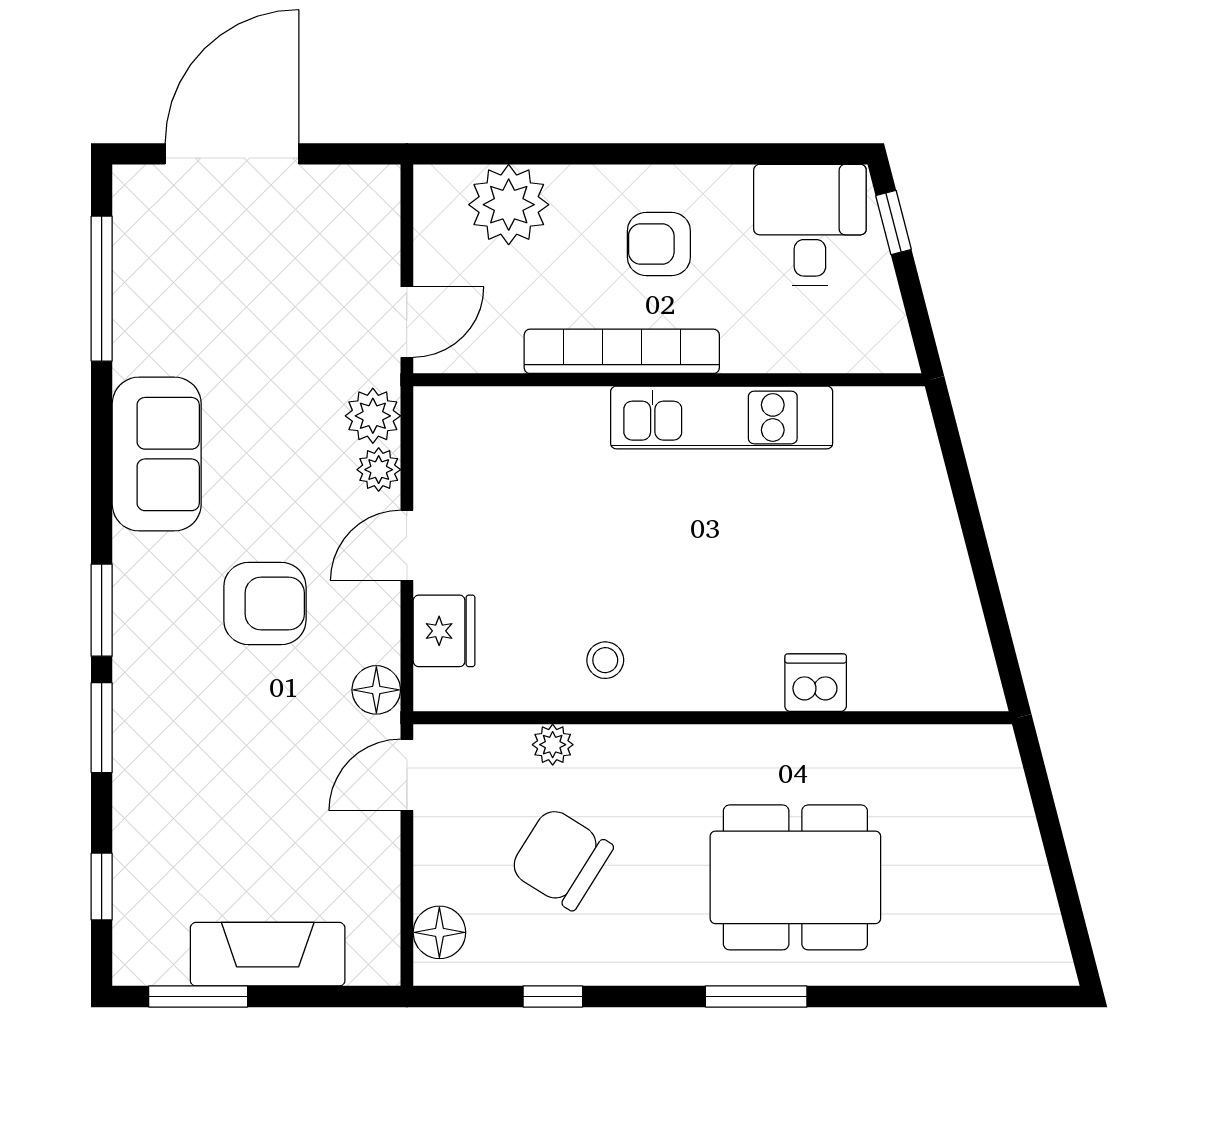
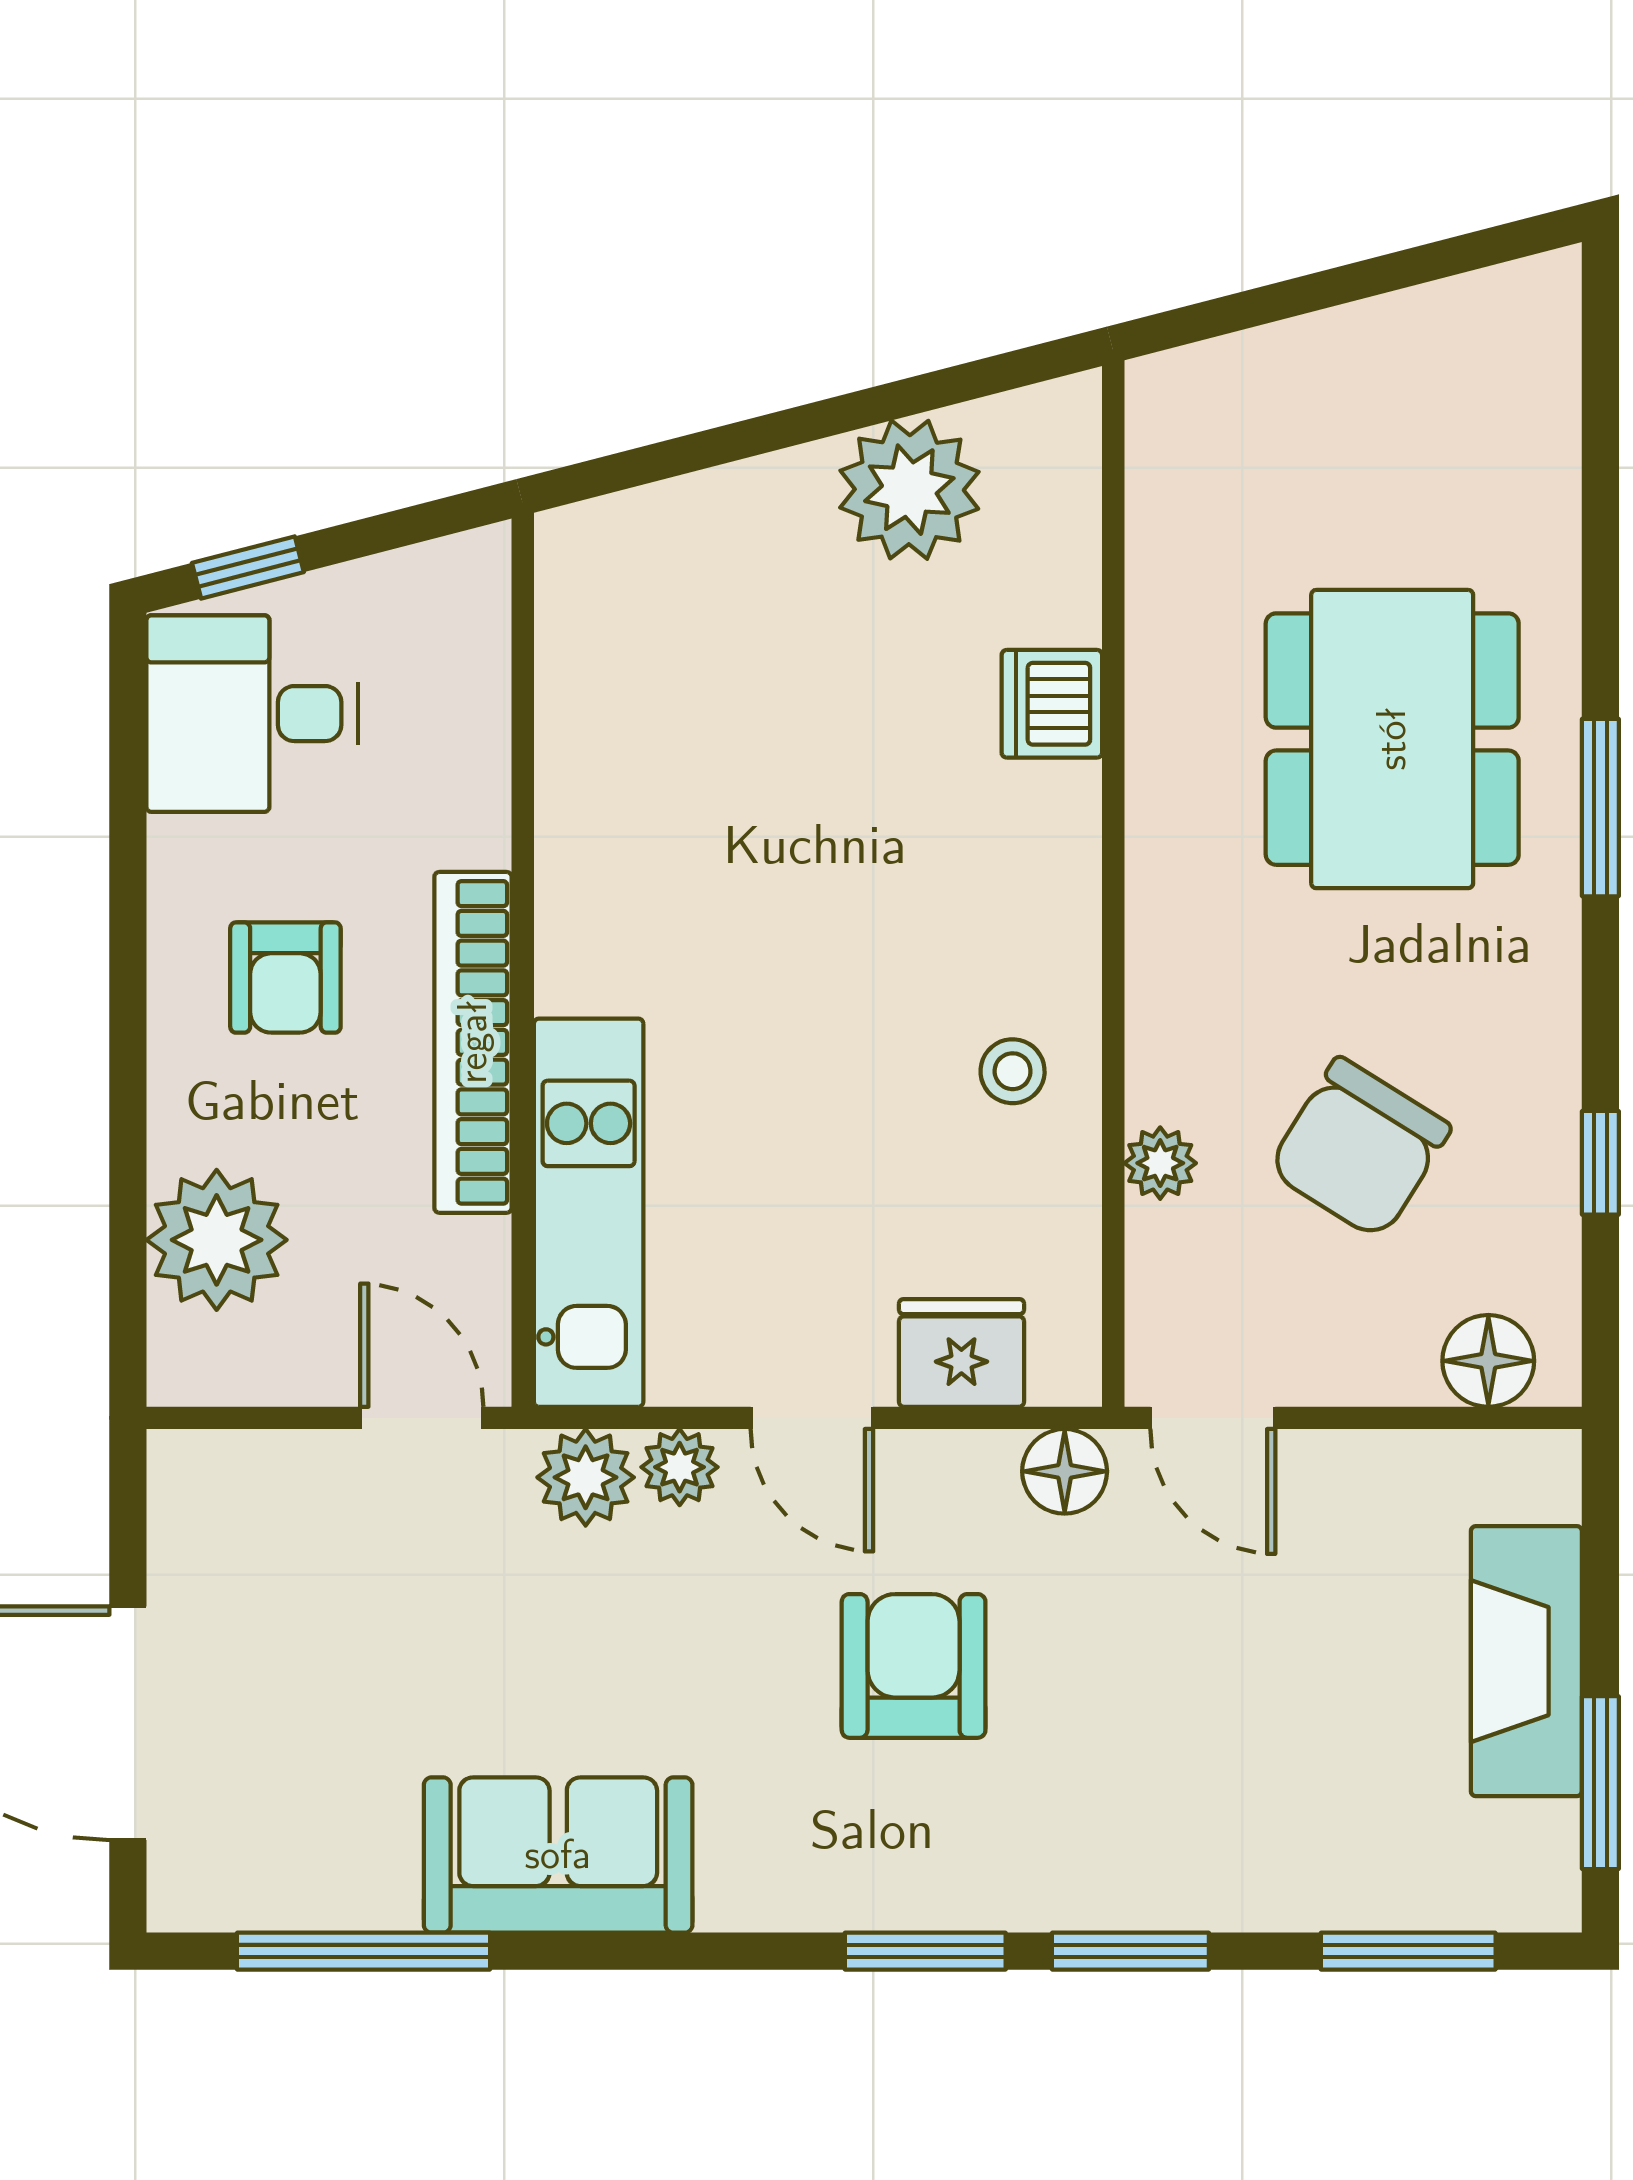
kitchen unit: (722, 417) -> (589, 1213), moved
sofa: (157, 454) -> (558, 1855), moved
plant: (938, 601) -> (909, 490), added
window: (102, 887) -> (1408, 1951), width x1.50

